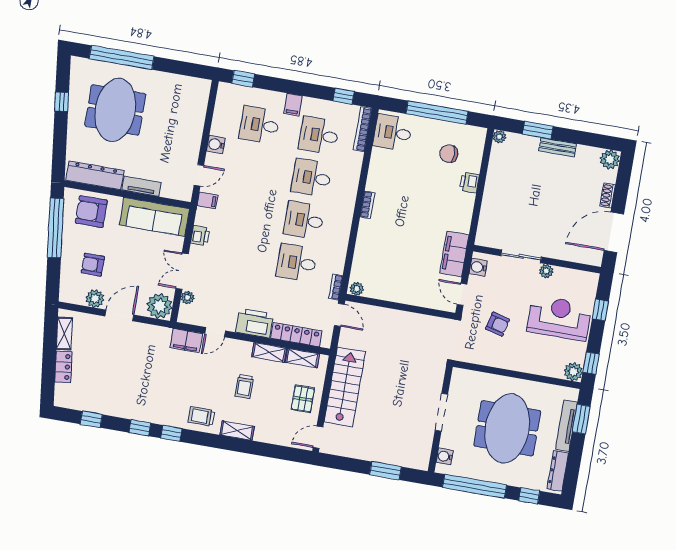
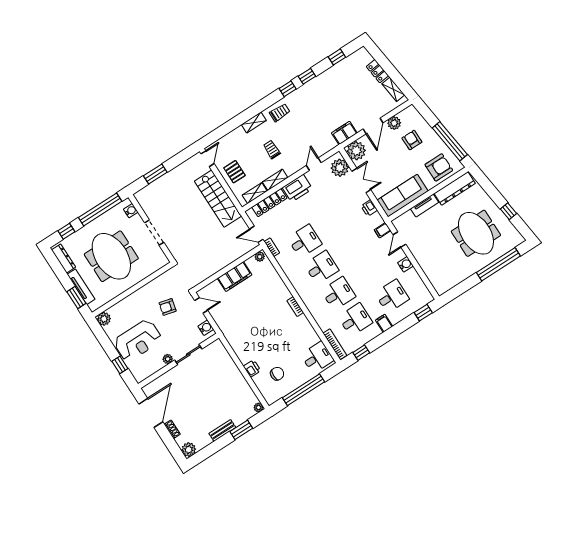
filing cabinet: (454, 254) -> (235, 277), moved, turned 90
armchair: (93, 265) -> (412, 140), turned -90
plant: (188, 298) -> (340, 168), width x1.88, depth x1.88
filing cabinet: (186, 341) -> (344, 133), moved
window: (591, 363) -> (99, 332), removed

